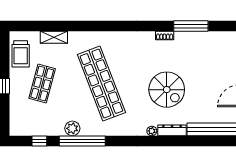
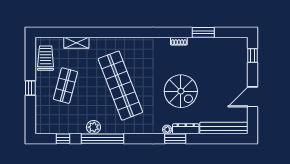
window: (191, 26) -> (203, 32), width x0.69
trolley: (21, 54) -> (46, 58), turned 180
window: (161, 141) -> (175, 139), added

